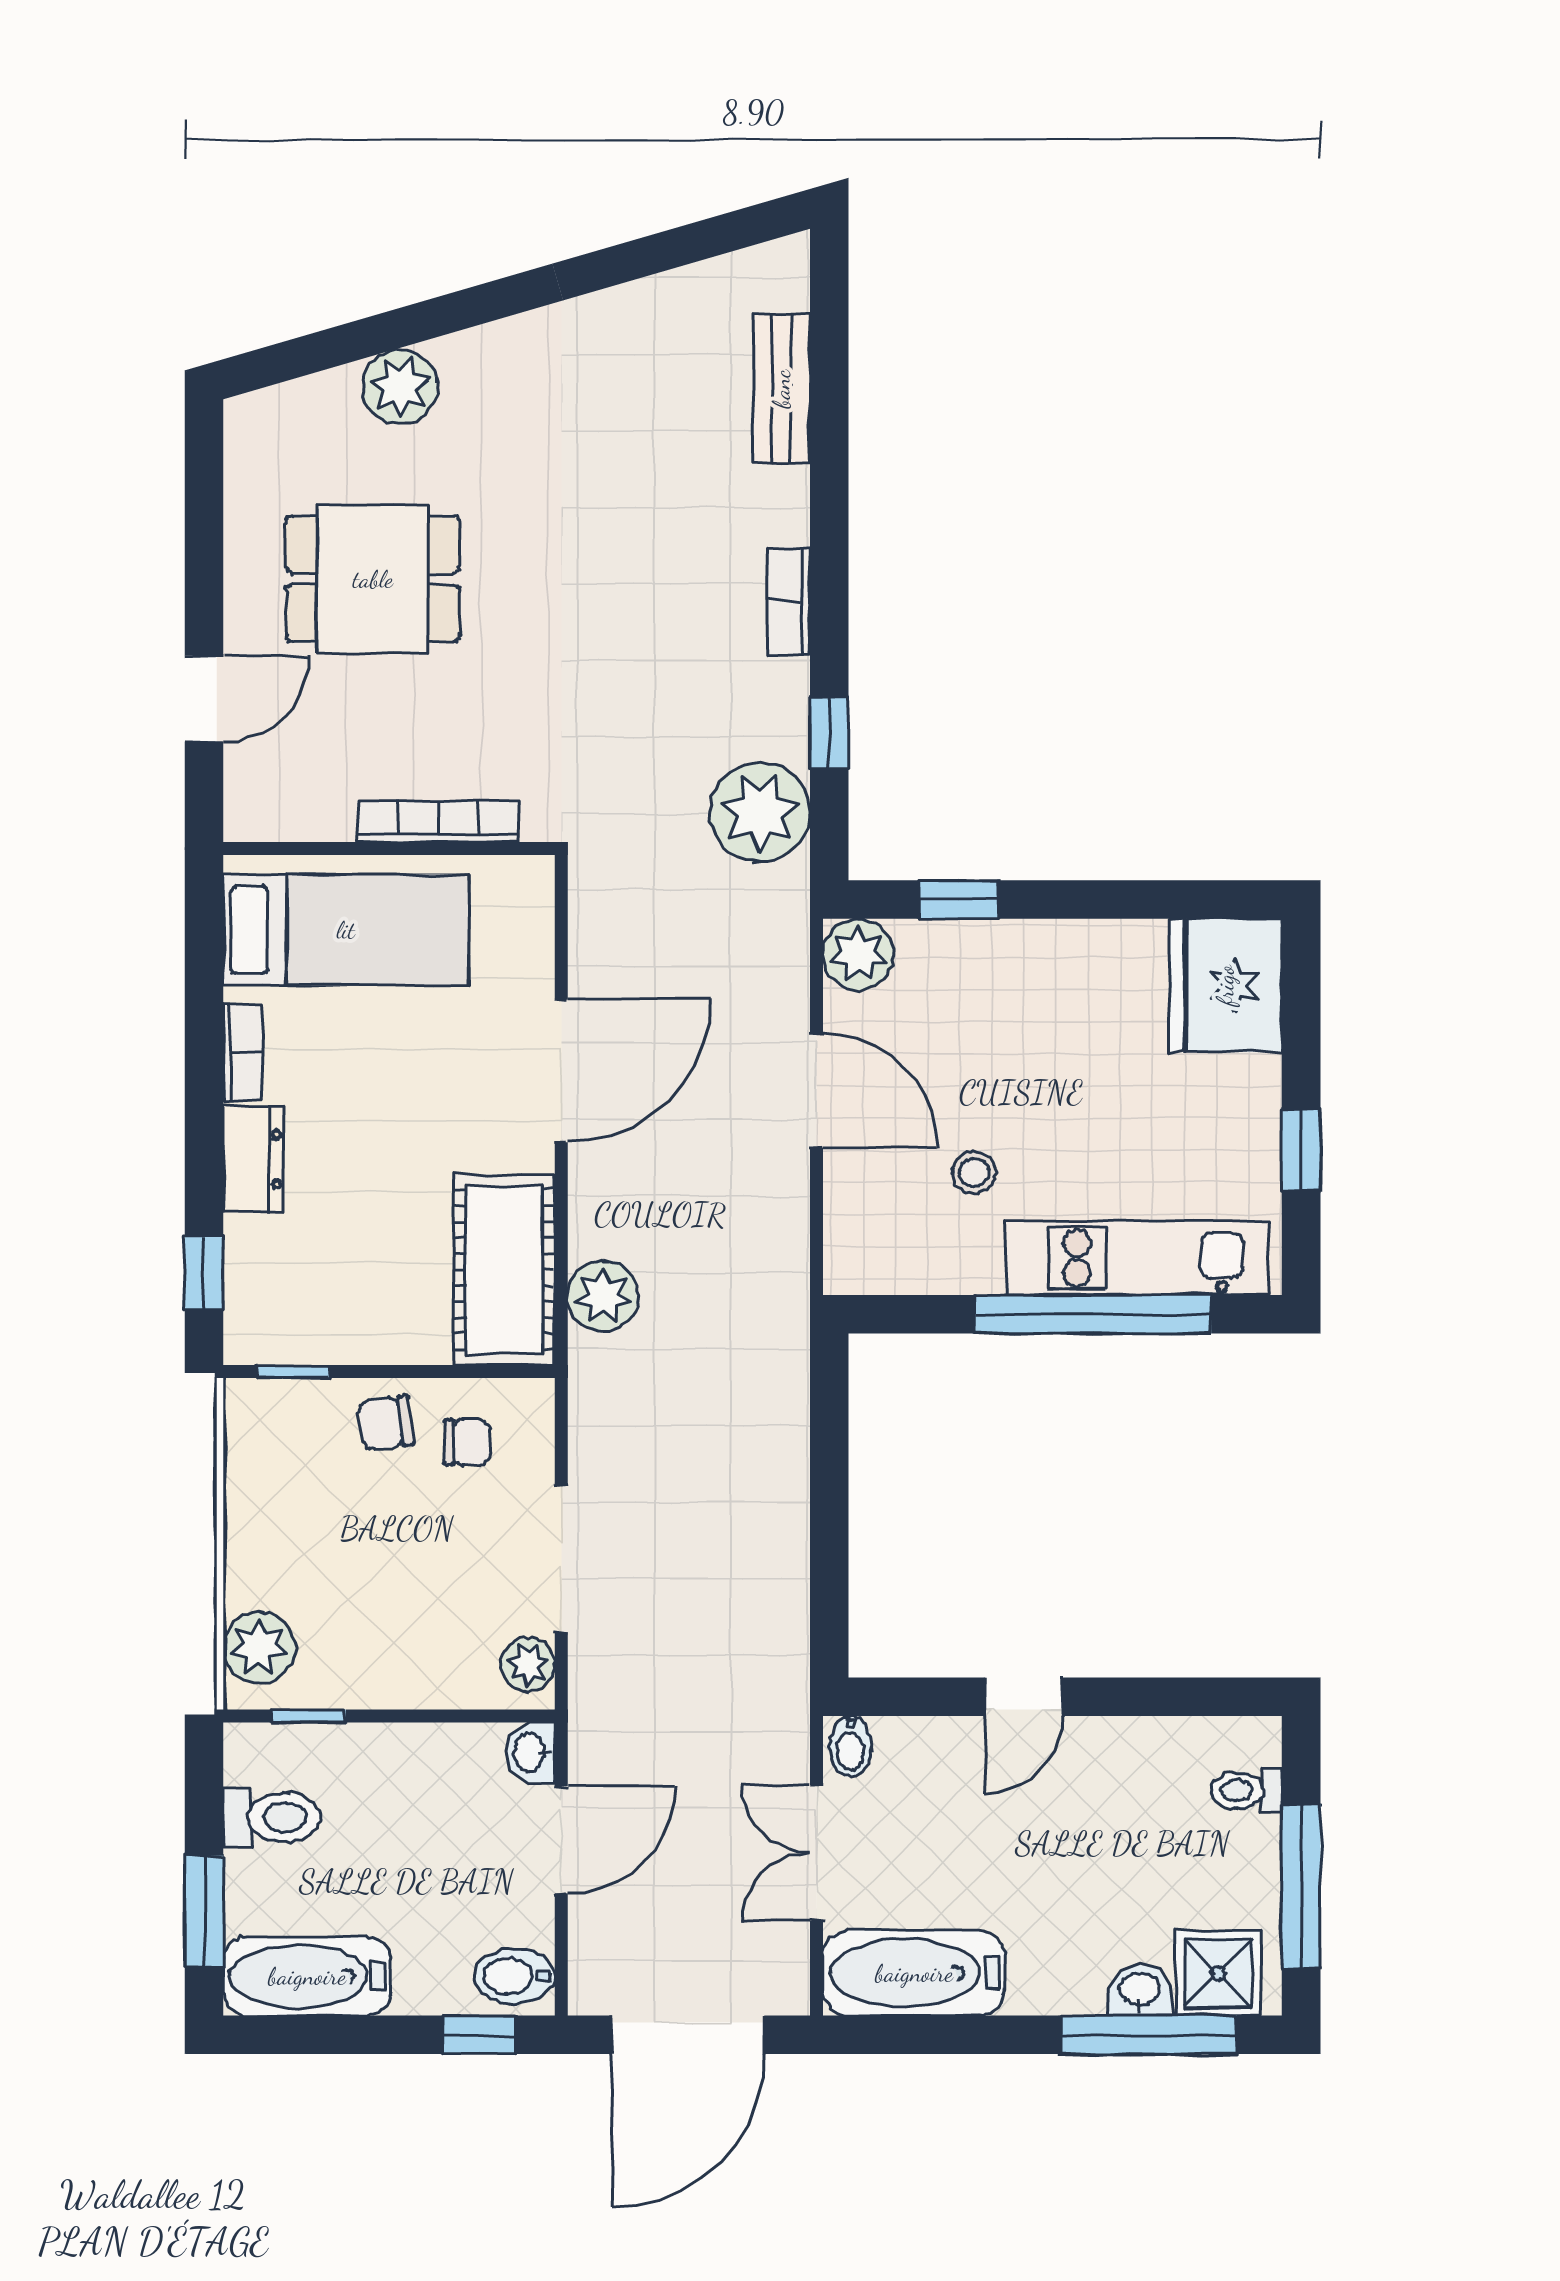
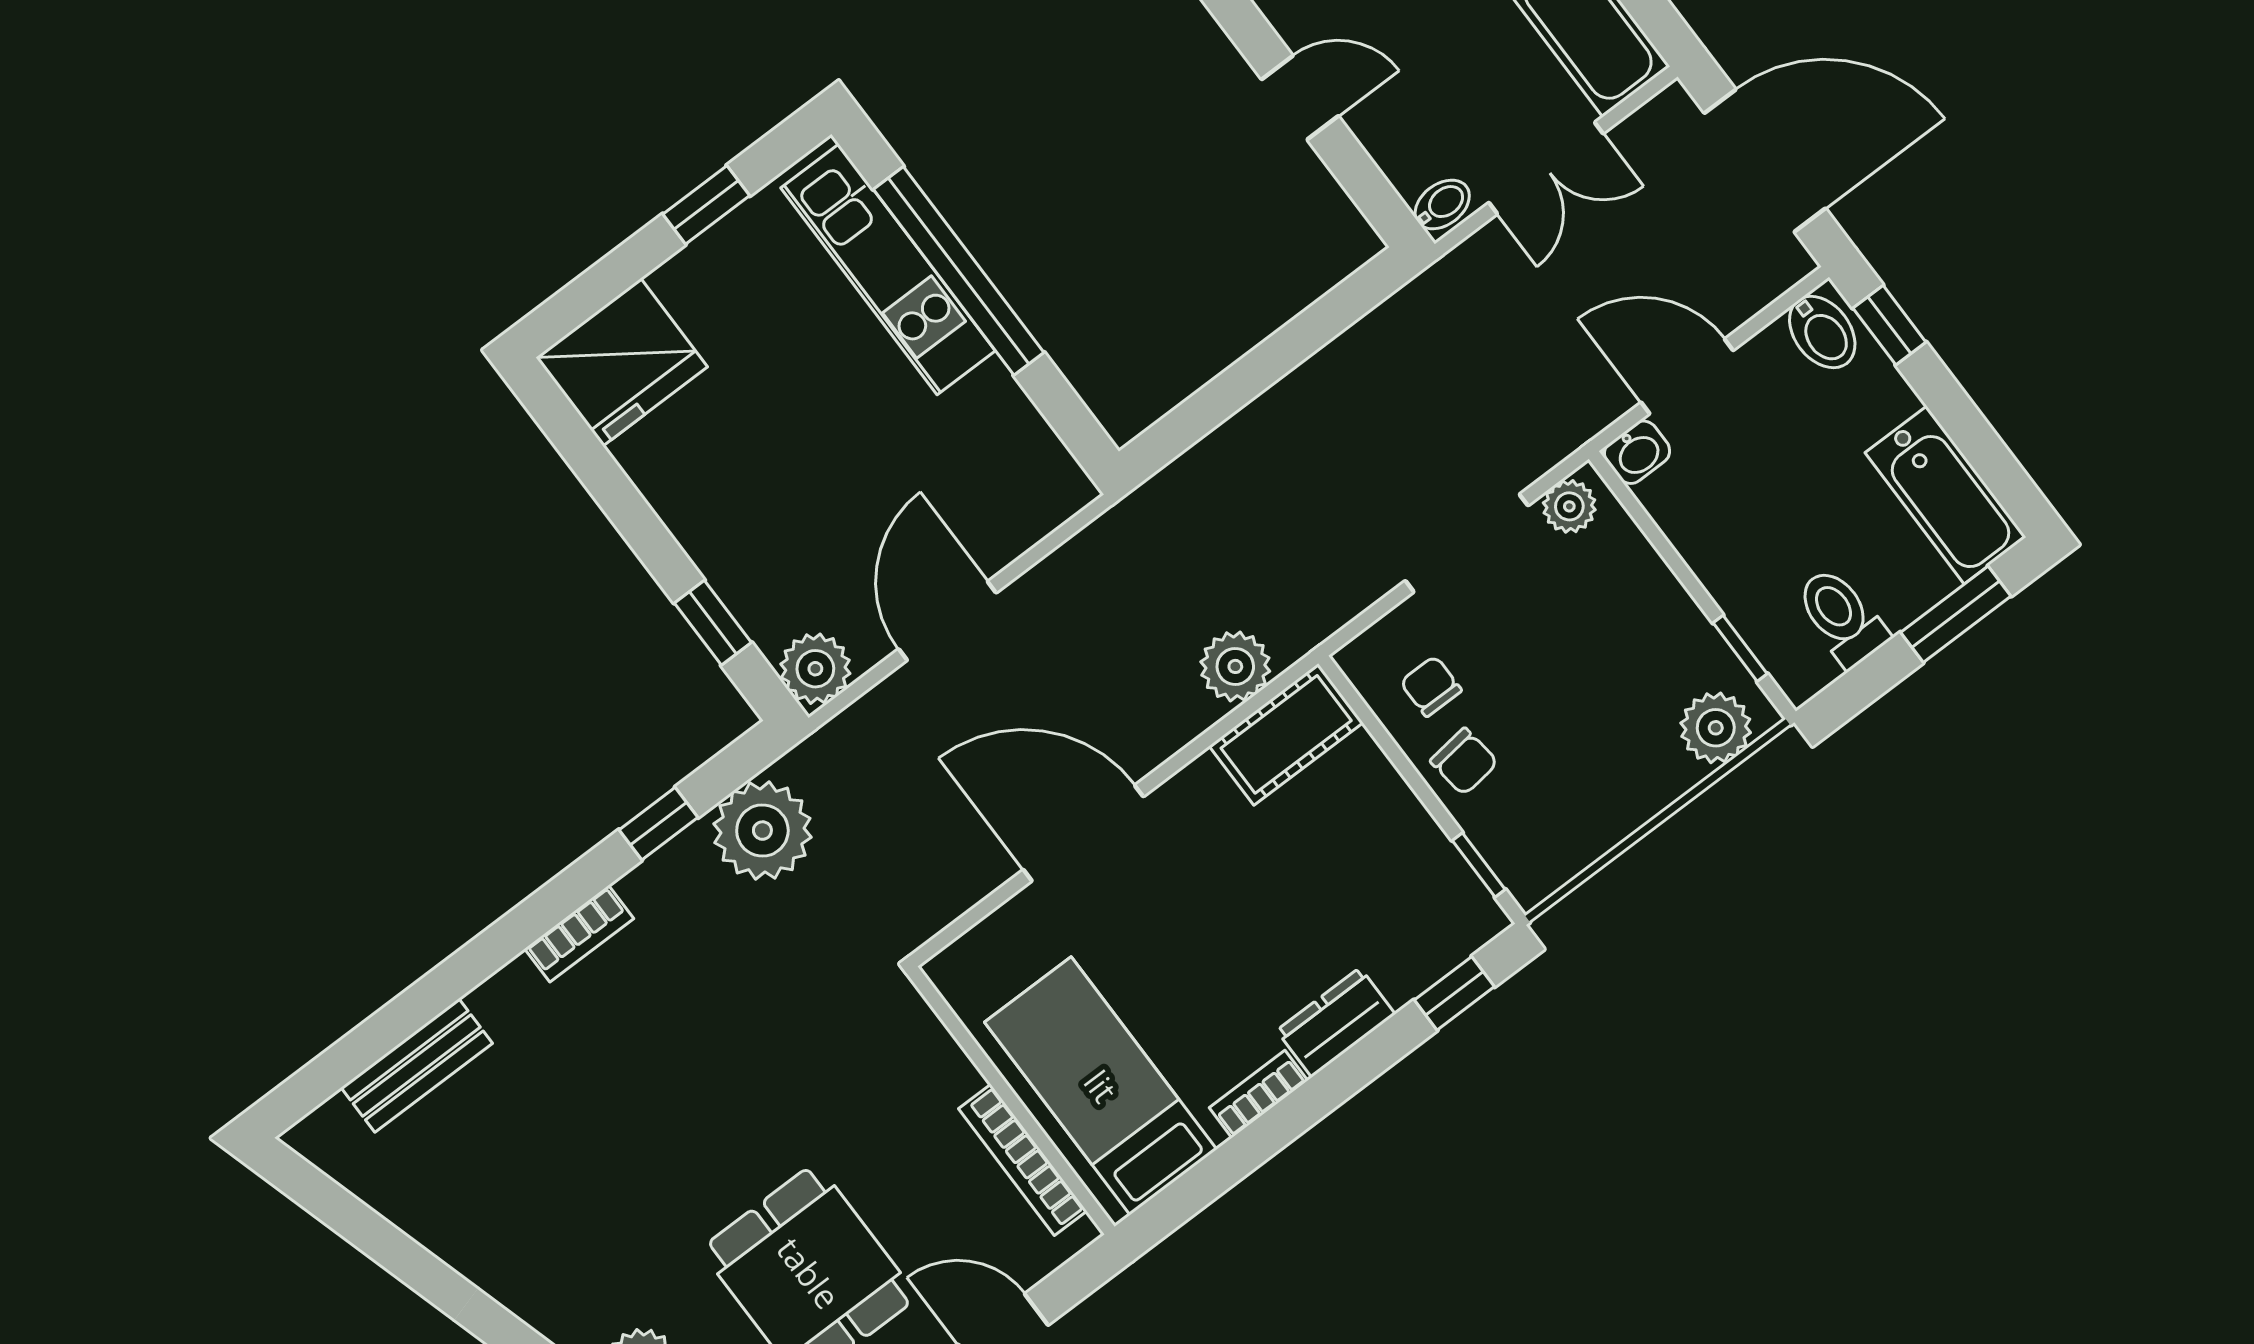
bookcase: (438, 821) -> (1023, 1160), moved
stool: (974, 1172) -> (918, 448), removed
cot: (504, 1270) -> (1286, 734), width x0.73, depth x0.75

